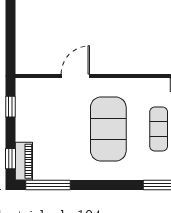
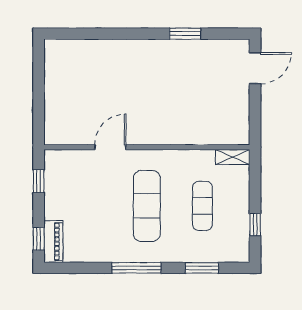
exercise mat: (108, 129) -> (147, 206), width x0.68
window: (48, 185) -> (137, 268), moved

